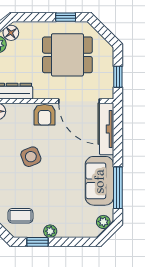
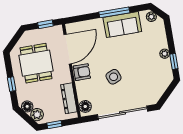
window: (66, 17) -> (12, 84), moved
tv unit: (107, 129) -> (84, 26), removed
window: (118, 188) -> (114, 12), moved
coffee table: (20, 216) -> (157, 77), removed

